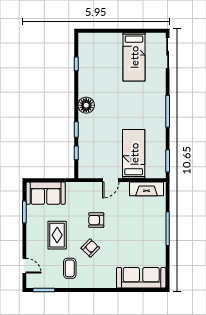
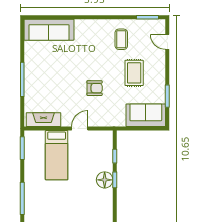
floor lamp: (86, 105) -> (105, 180), moved
armchair: (90, 248) -> (101, 60), removed

